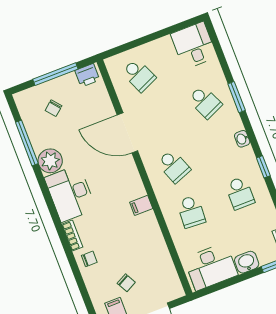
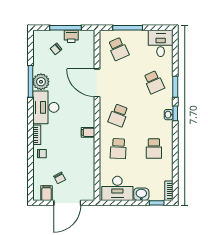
window: (140, 41) -> (128, 28), added
printer: (87, 75) -> (71, 36), moved
window: (27, 143) -> (30, 81), moved
school desk: (174, 166) -> (118, 115), turned 42
window: (263, 167) -> (175, 113), moved

